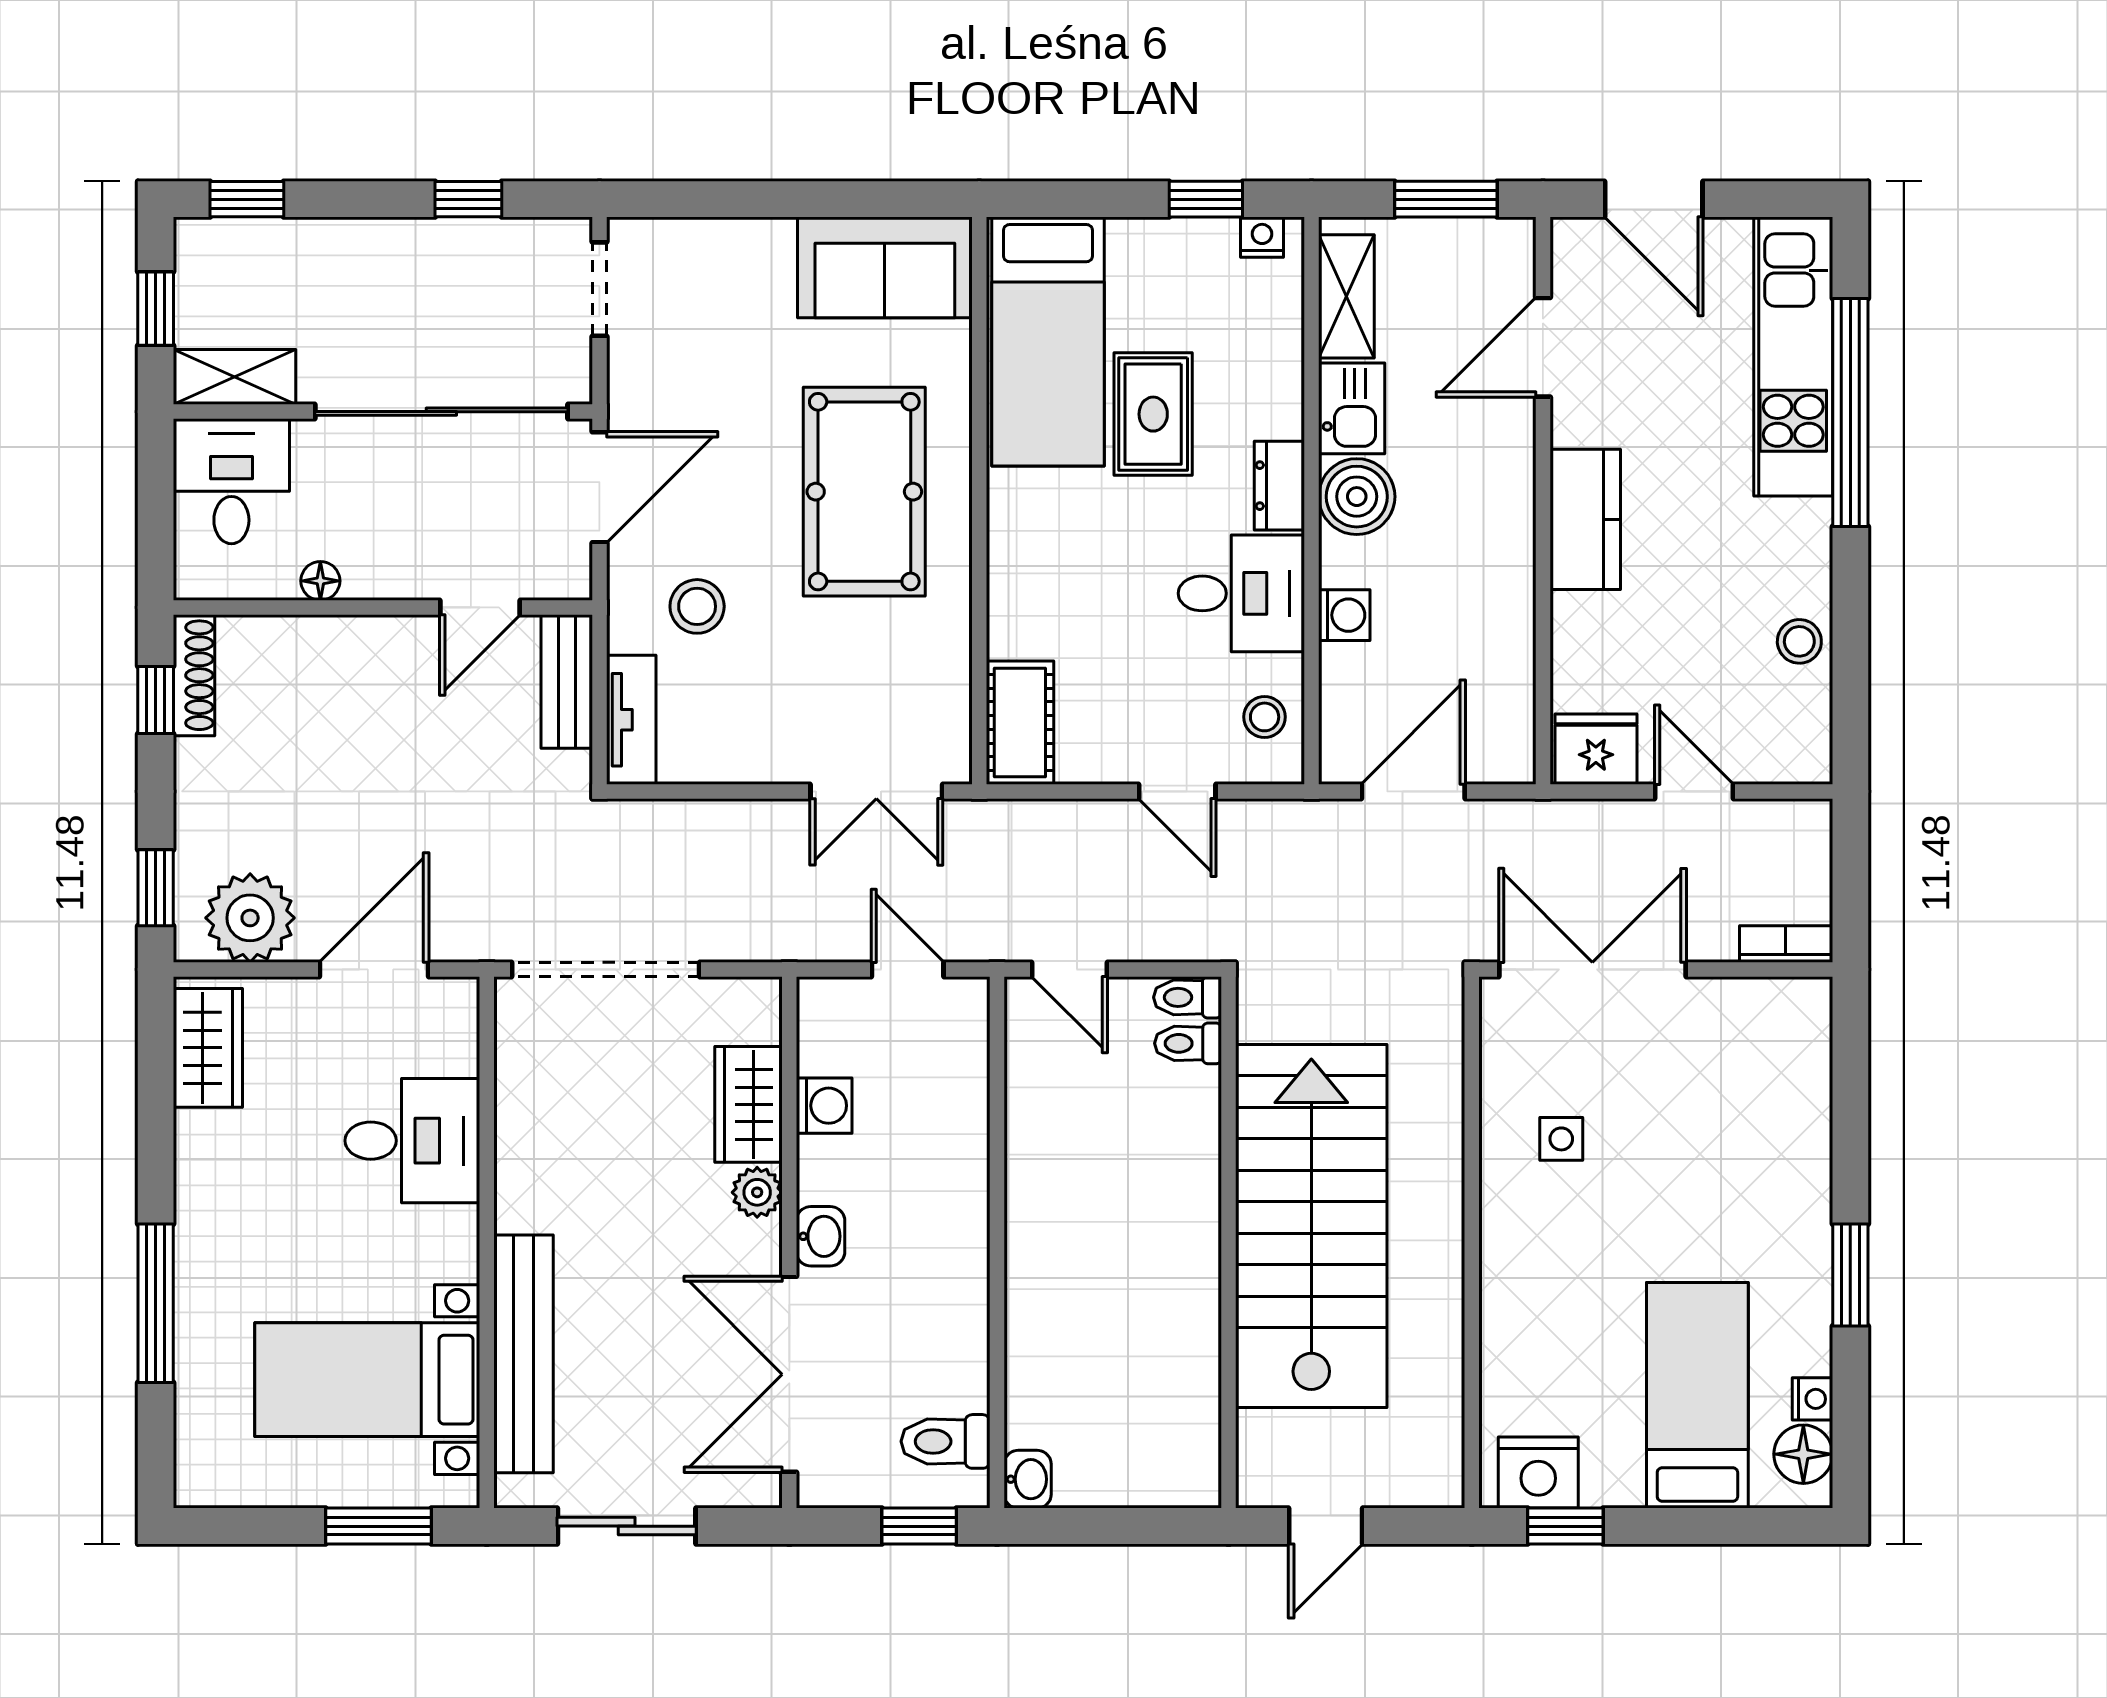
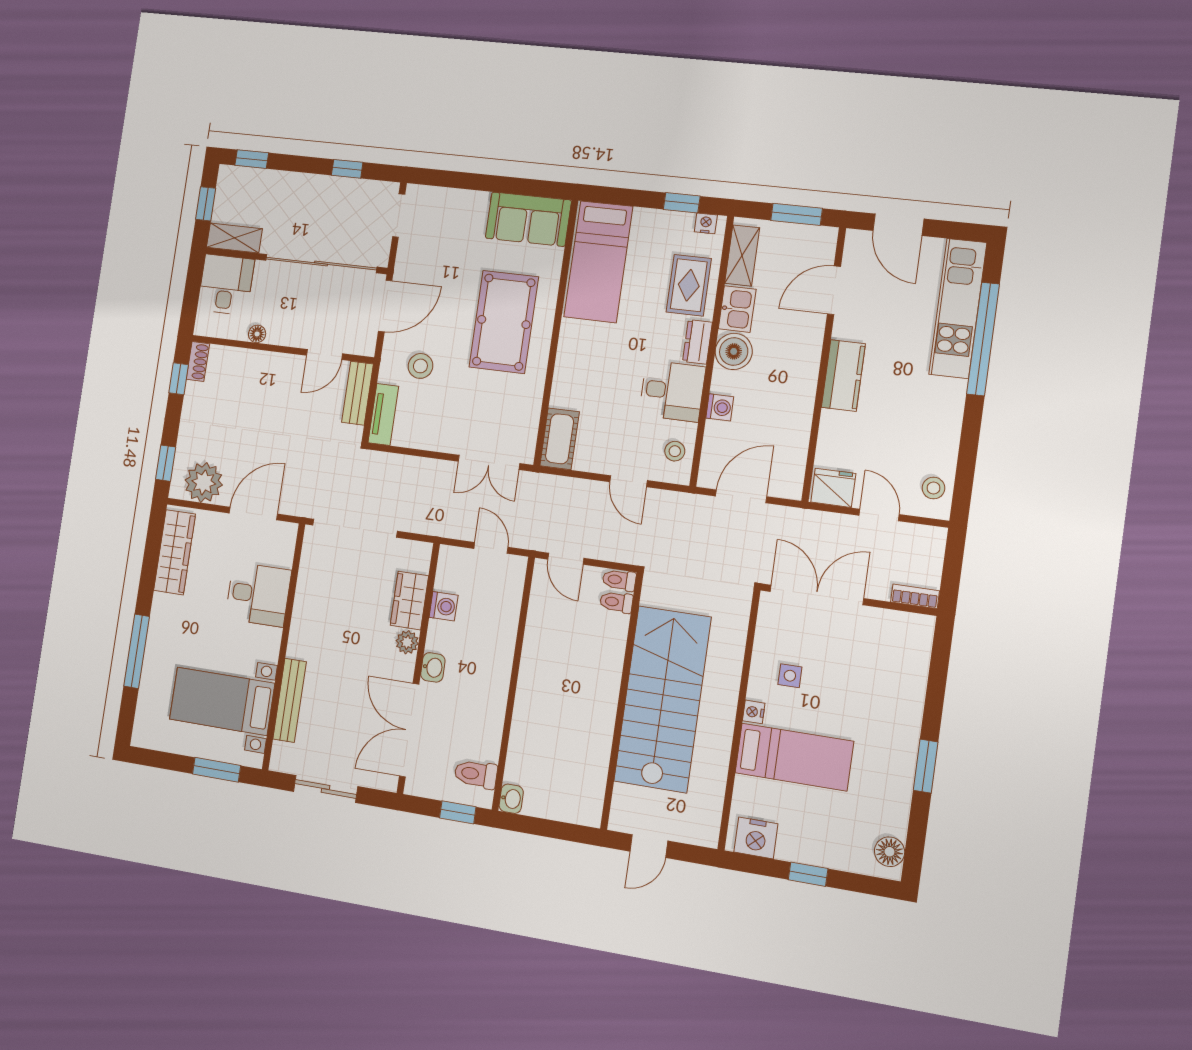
rug: (1153, 414) -> (689, 285), moved
stool: (1799, 641) -> (933, 488), moved
shoe rack: (194, 675) -> (198, 362), width x0.70
wardrobe: (208, 1048) -> (175, 552), width x1.50
bench: (523, 1354) -> (290, 700), width x0.73, depth x0.82
bed: (1697, 1395) -> (794, 757), moved, turned 90
nightstand: (1813, 1399) -> (754, 712), moved, turned 180
window: (1565, 1526) -> (808, 874), moved

